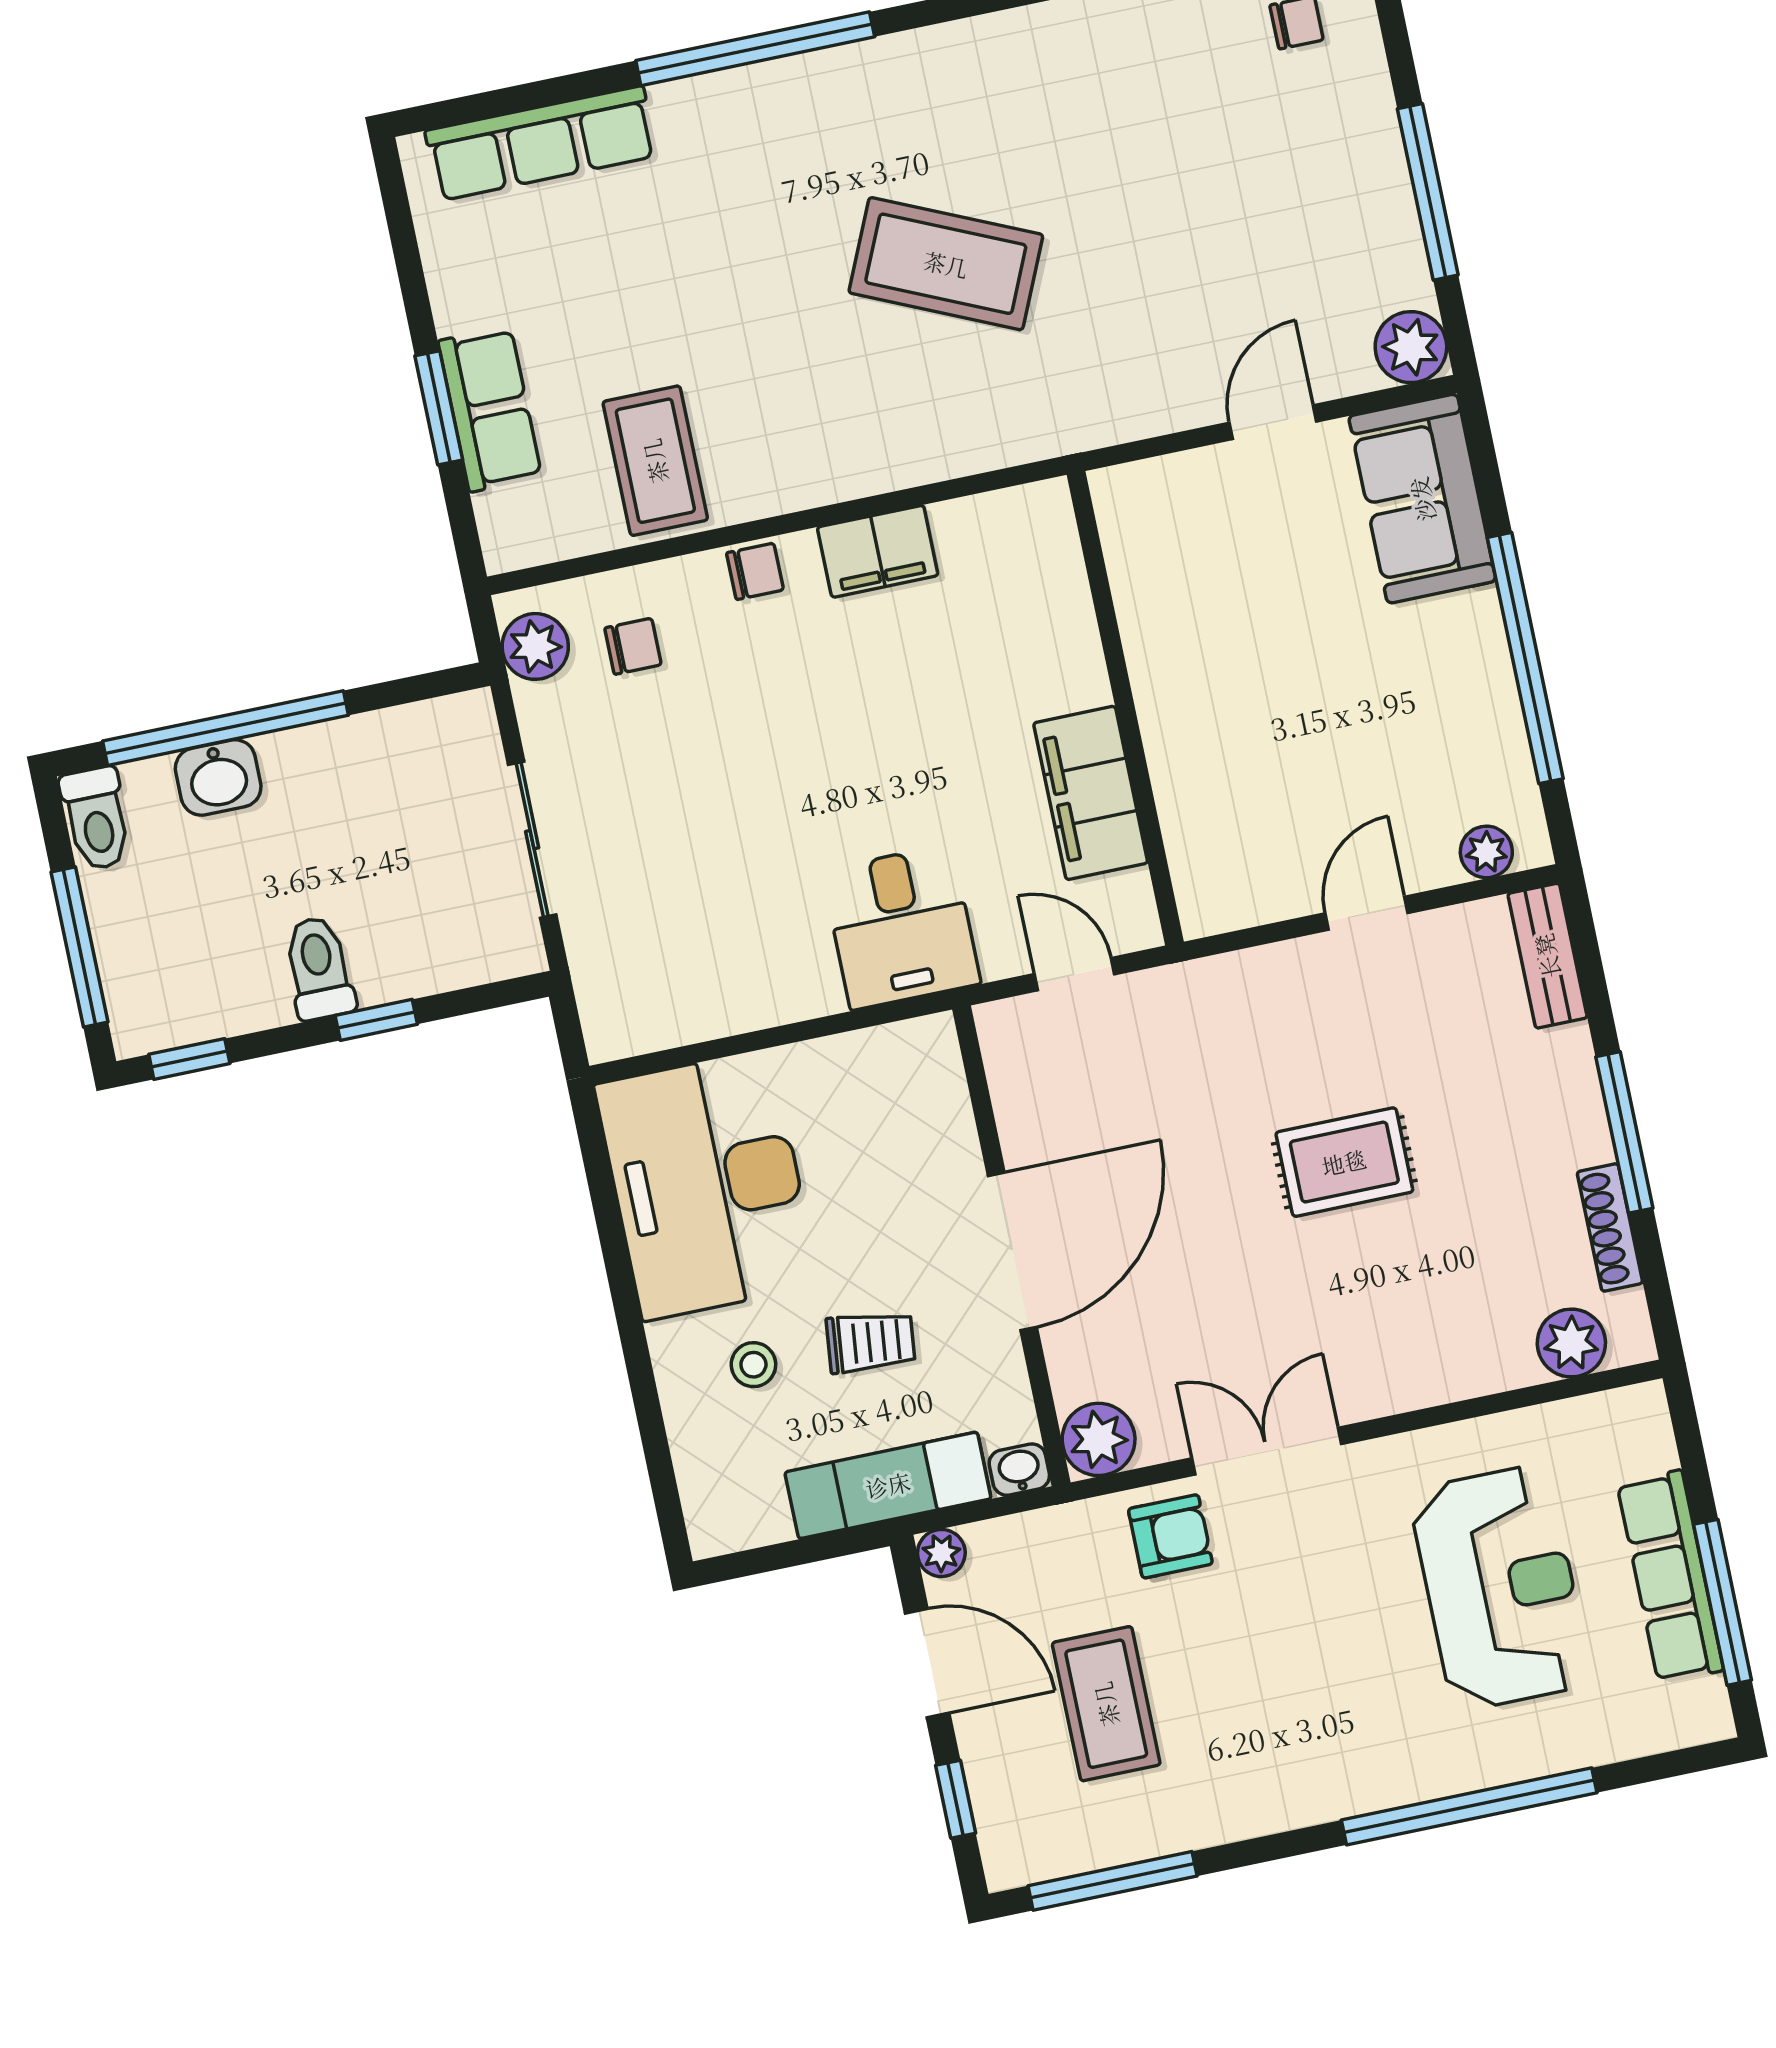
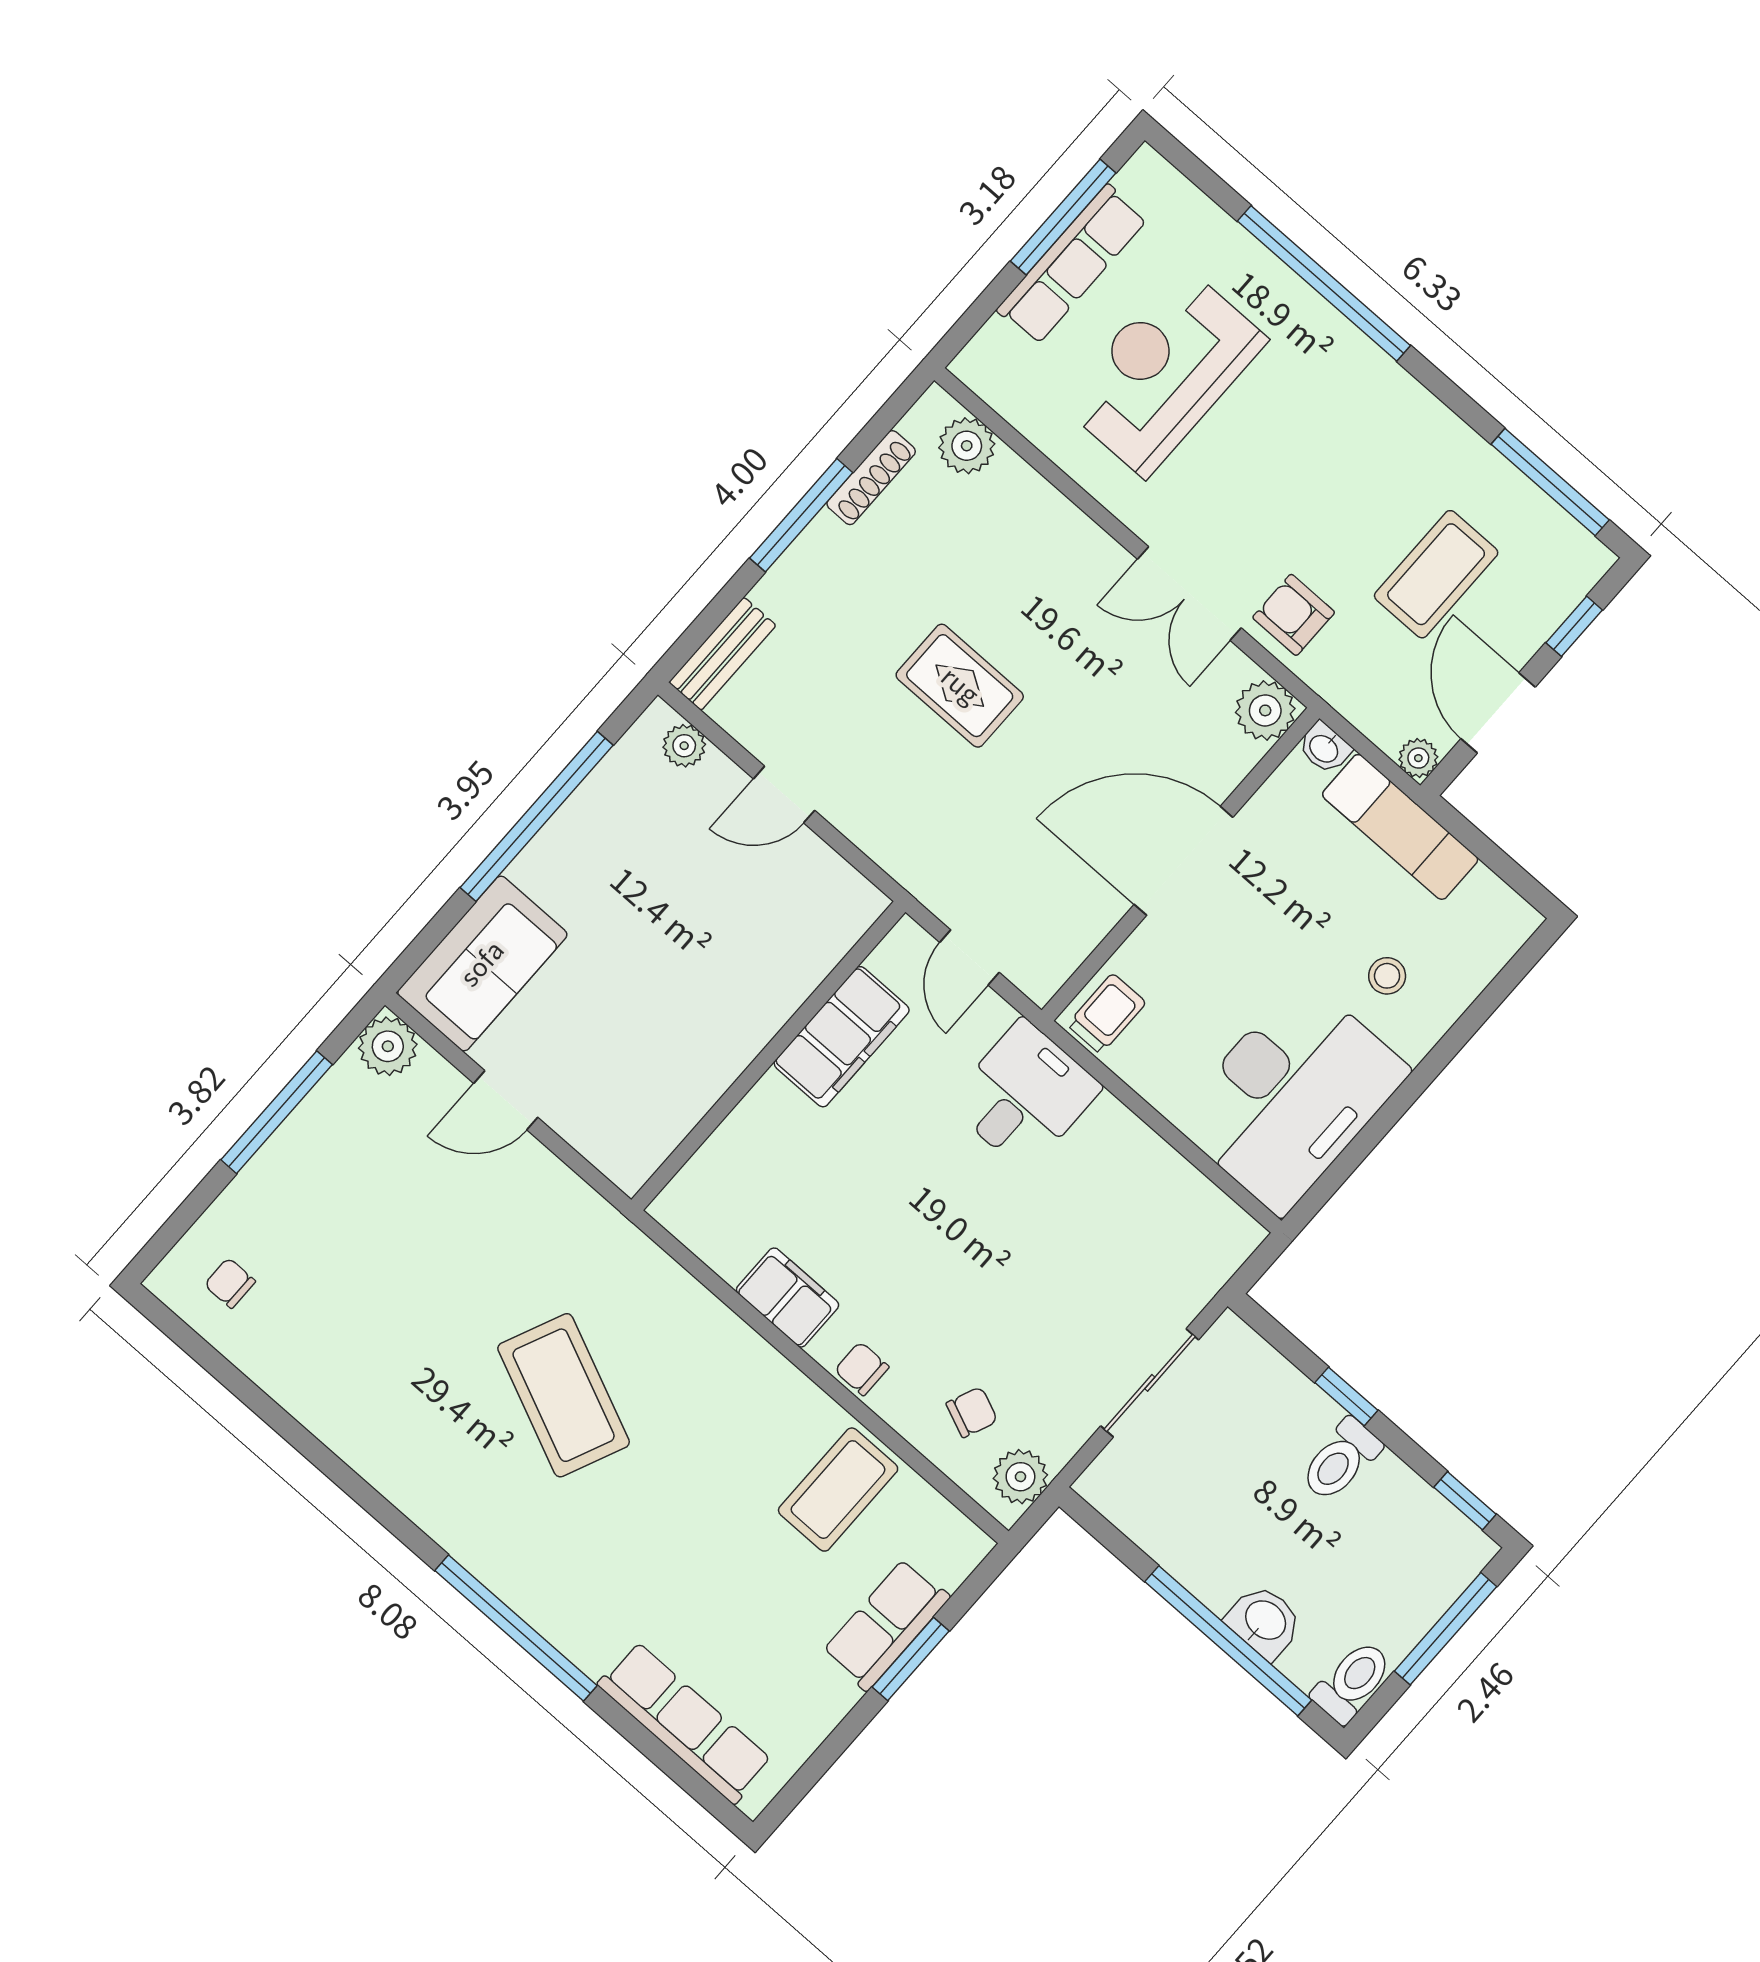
chair: (633, 646) -> (972, 1412), turned 113
trolley: (871, 1342) -> (1107, 1014), moved, turned 84

